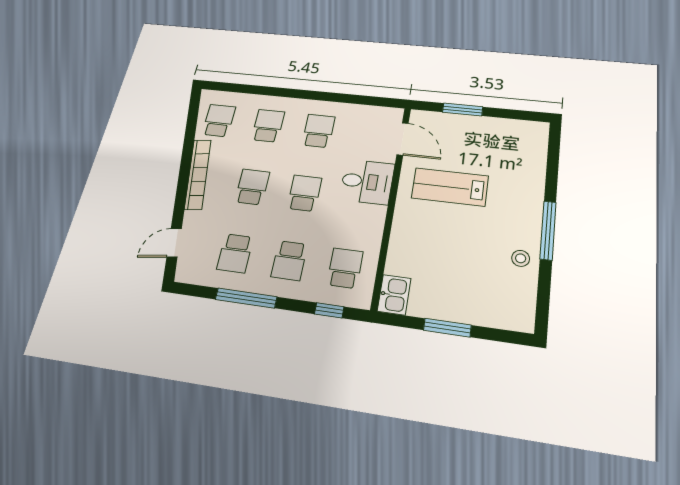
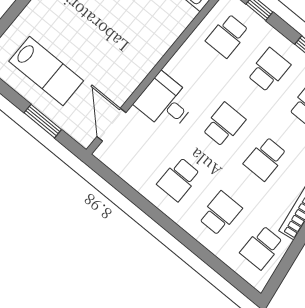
school desk: (268, 126) -> (220, 213), turned 180
lab bench: (450, 187) -> (46, 71), moved
school desk: (304, 193) -> (224, 125), turned 180

